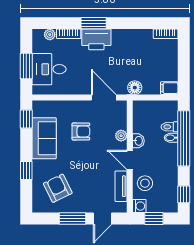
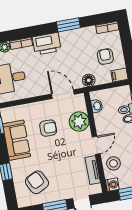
window: (94, 23) -> (68, 25), moved
armchair: (158, 65) -> (105, 57), added
plant: (121, 136) -> (79, 122), width x1.87, depth x1.87
washbasin: (138, 141) -> (97, 106), moved
door: (130, 160) -> (96, 145), swing flipped

